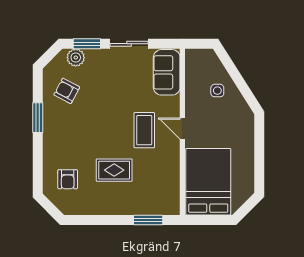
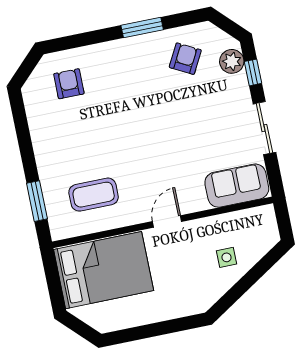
window: (87, 44) -> (253, 72), width x0.67
coffee table: (144, 130) -> (94, 195), moved
rug: (114, 170) -> (94, 143), removed
armchair: (68, 179) -> (69, 84), turned 90

